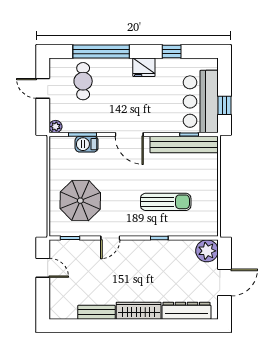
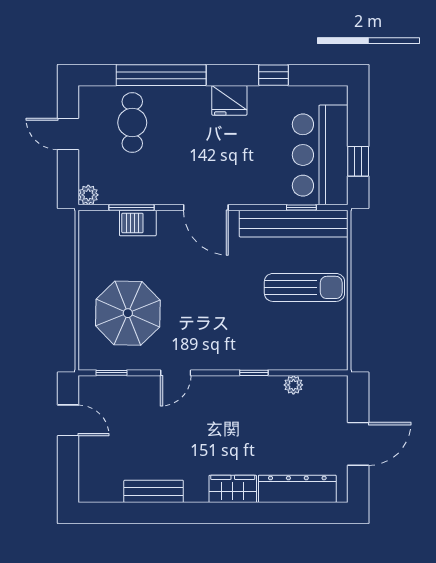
sun lounger: (166, 202) -> (304, 287), moved
plant: (207, 251) -> (293, 385), moved, width x0.53, depth x0.53
wardrobe: (139, 311) -> (233, 489), width x0.67

